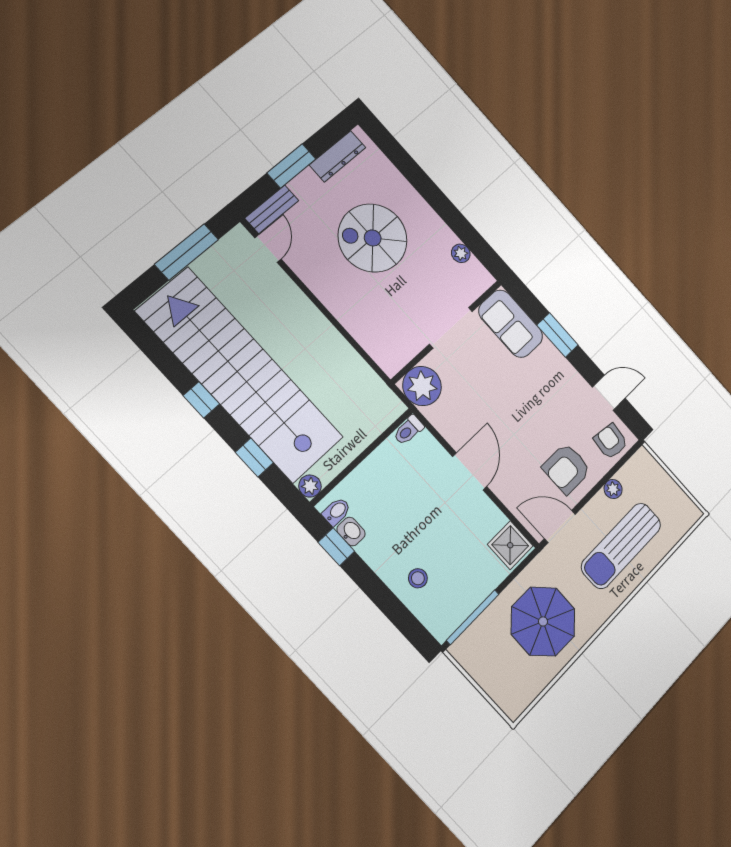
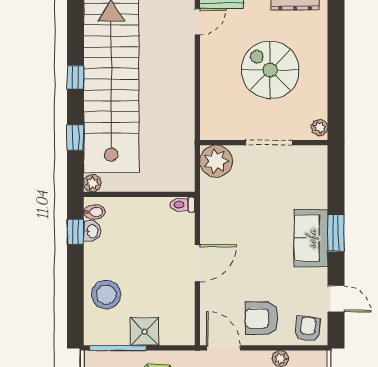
sofa: (511, 324) -> (311, 238), moved
doorway: (451, 328) -> (269, 143), moved
wall: (447, 332) -> (264, 143), moved
plant: (422, 386) -> (216, 161), moved
shower: (510, 545) -> (145, 331), moved
stool: (418, 578) -> (106, 295), width x1.89, depth x1.89

